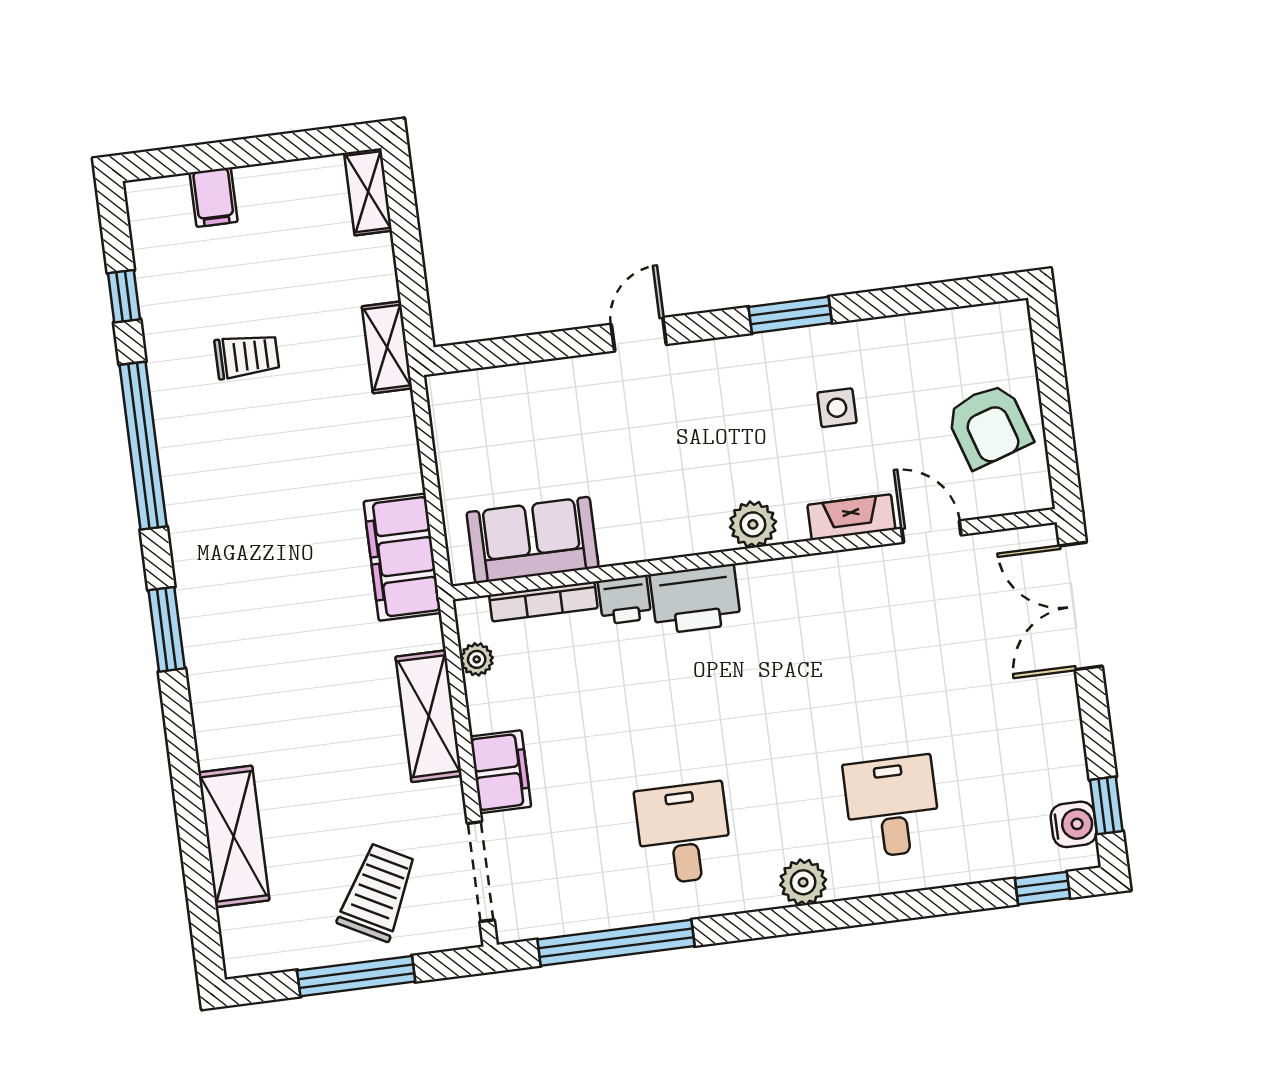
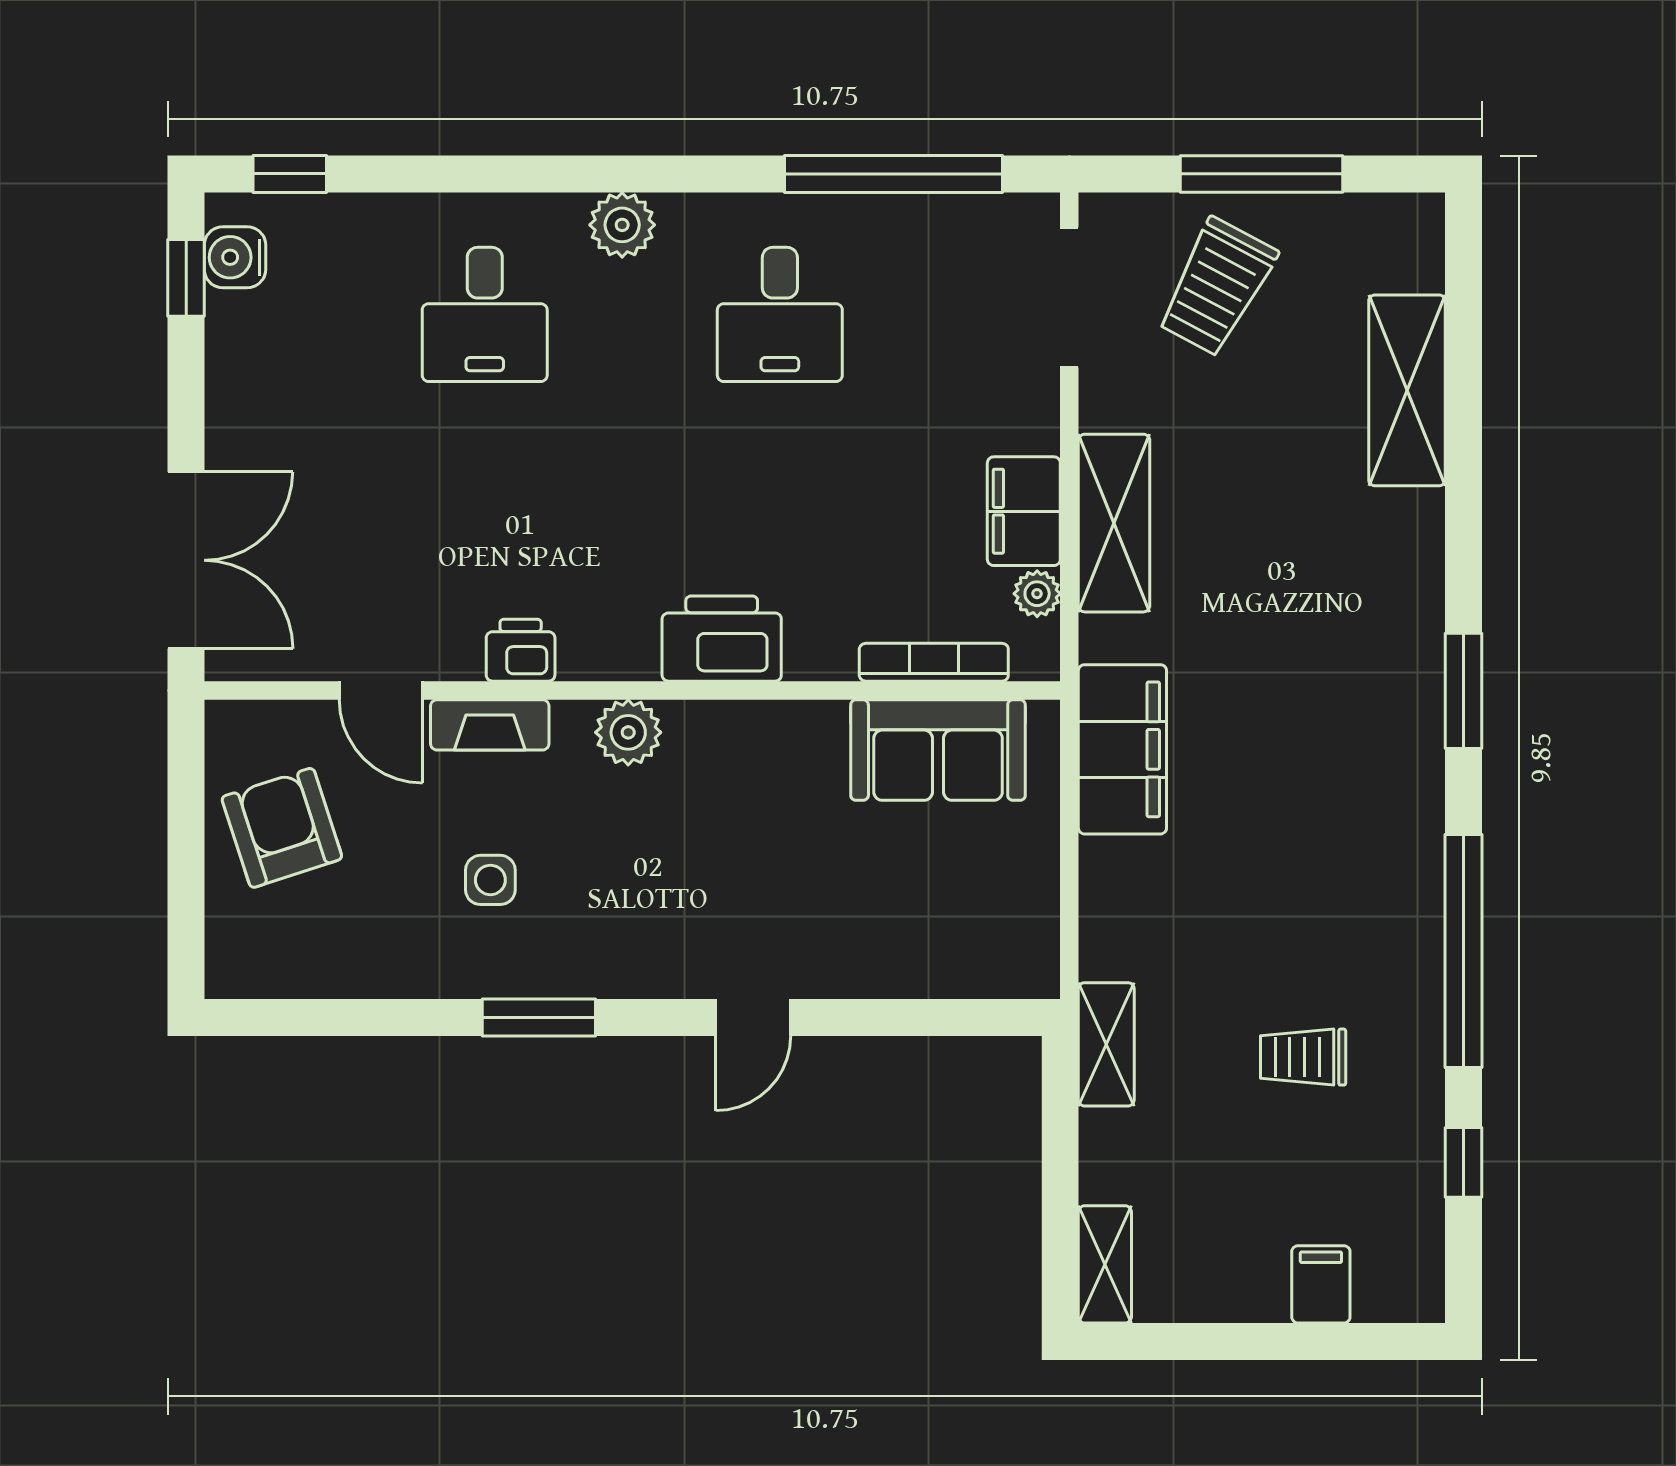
printer: (625, 600) -> (521, 650), moved
filing cabinet: (501, 772) -> (1024, 511), moved

